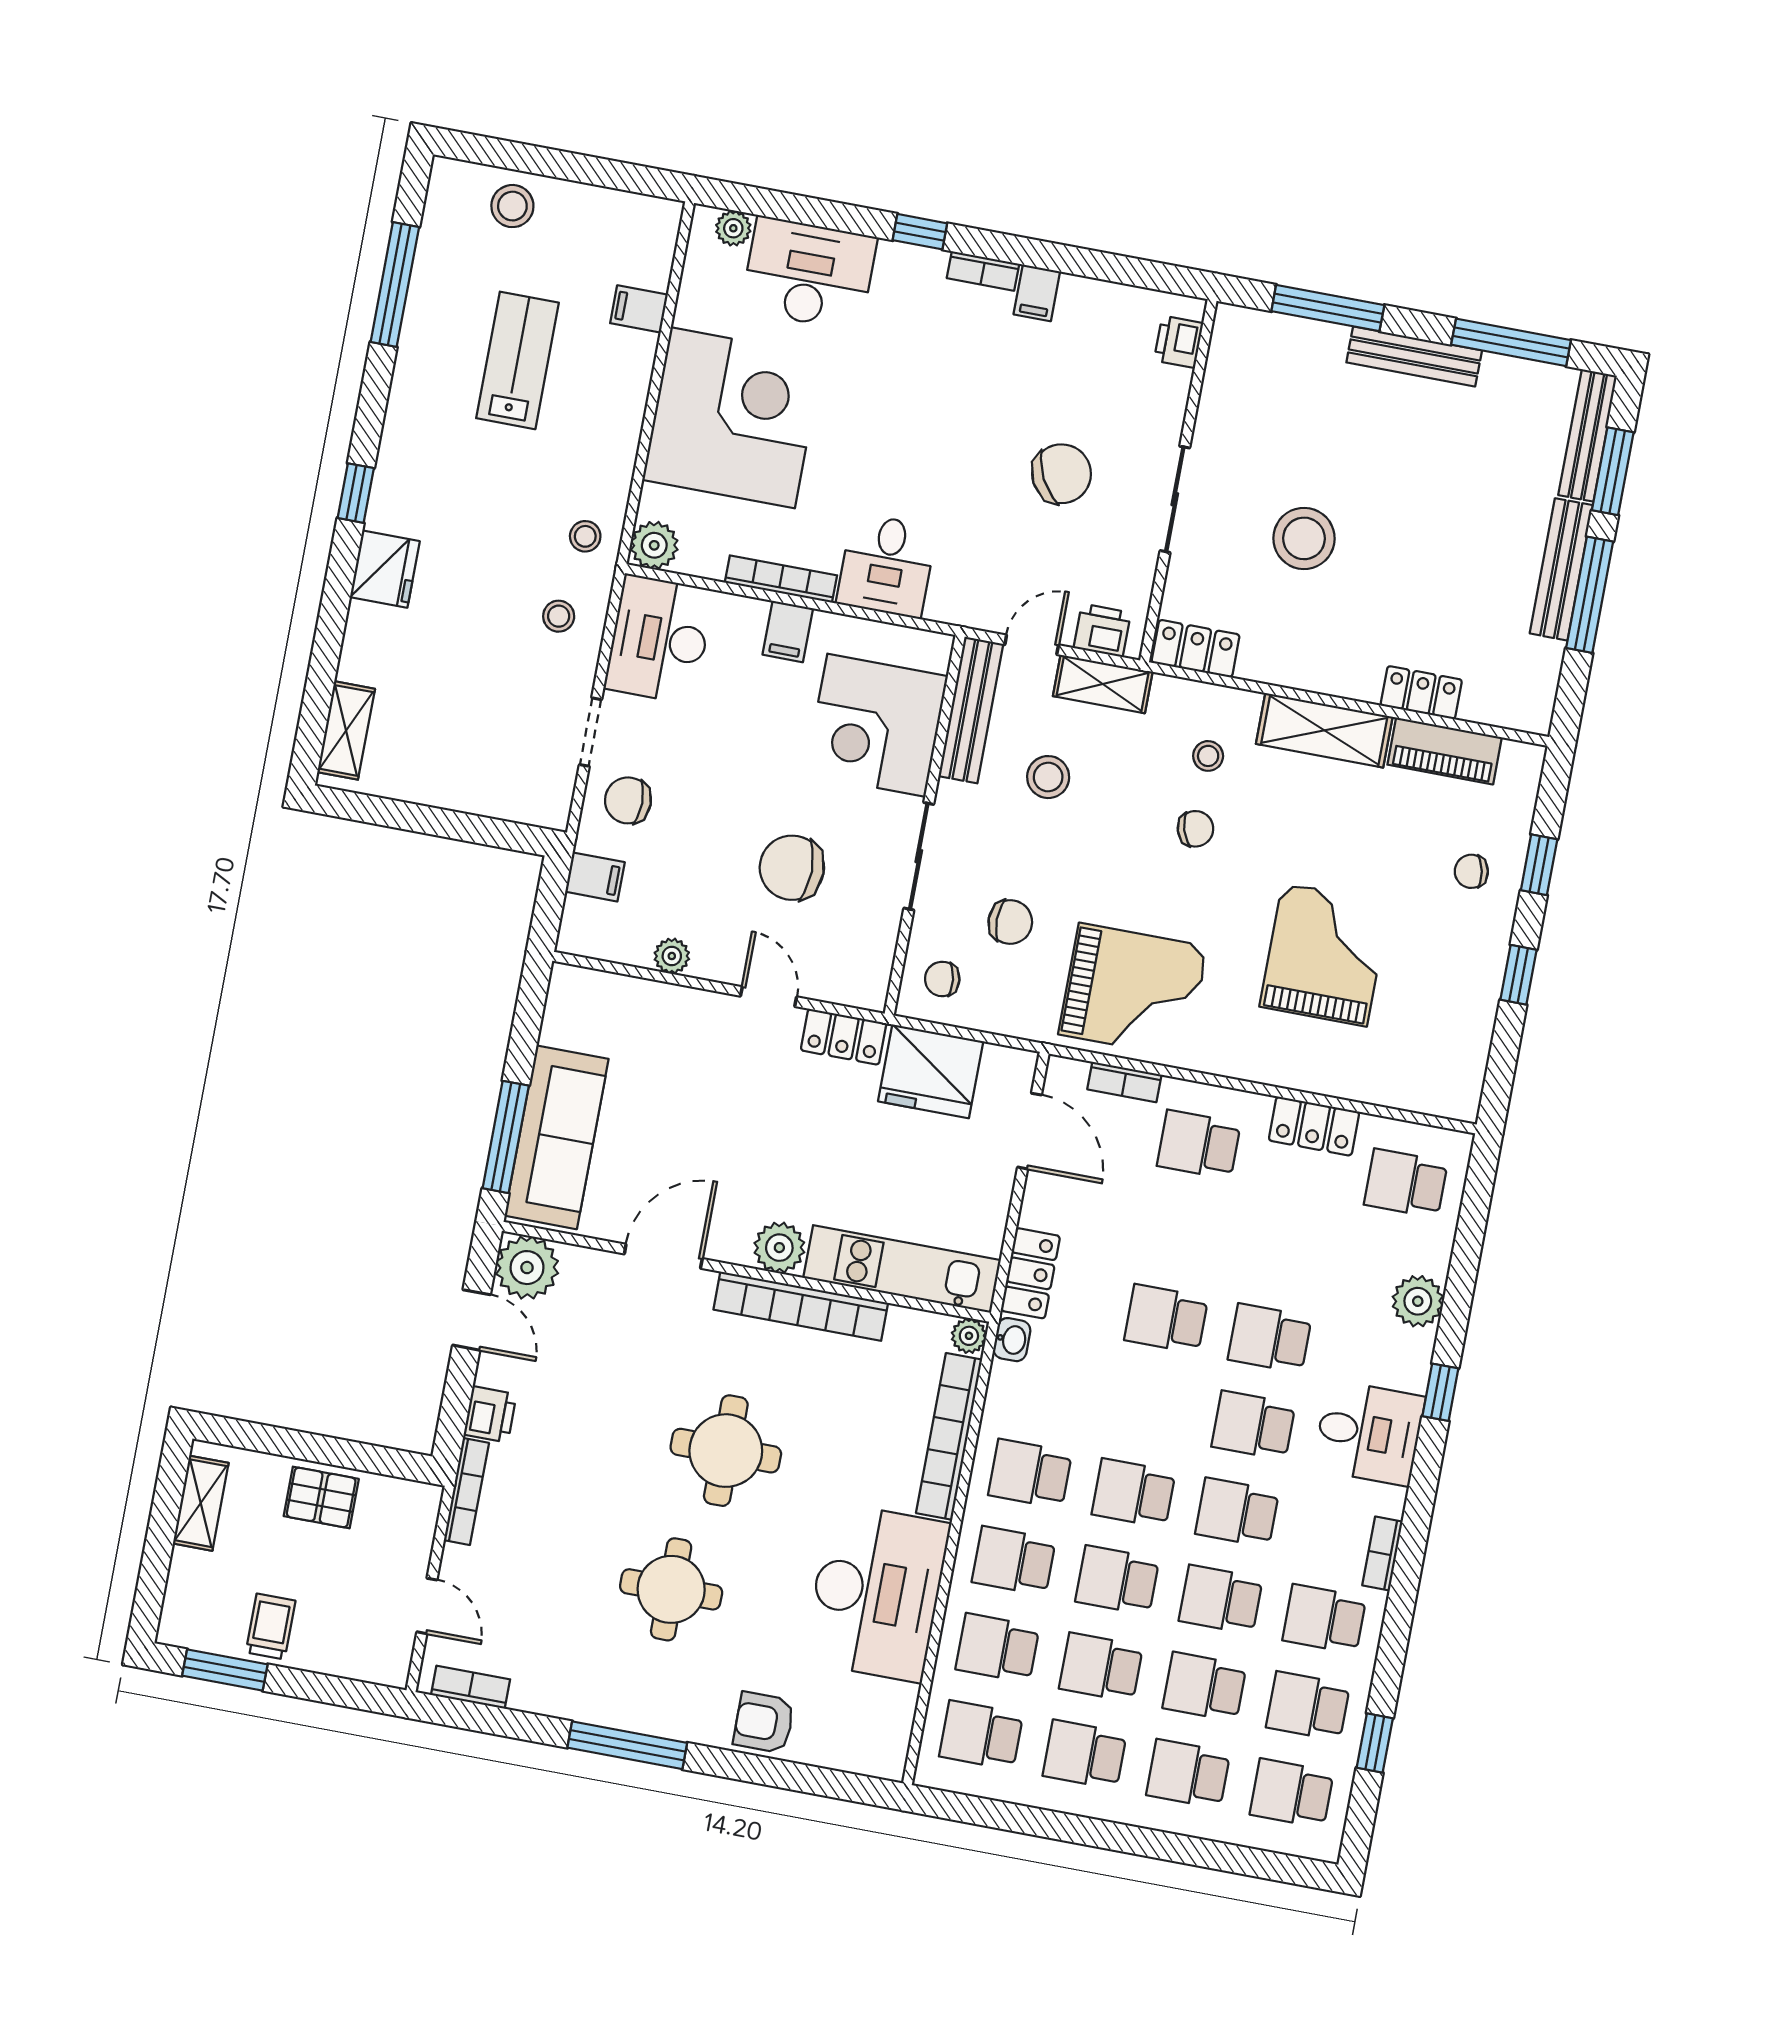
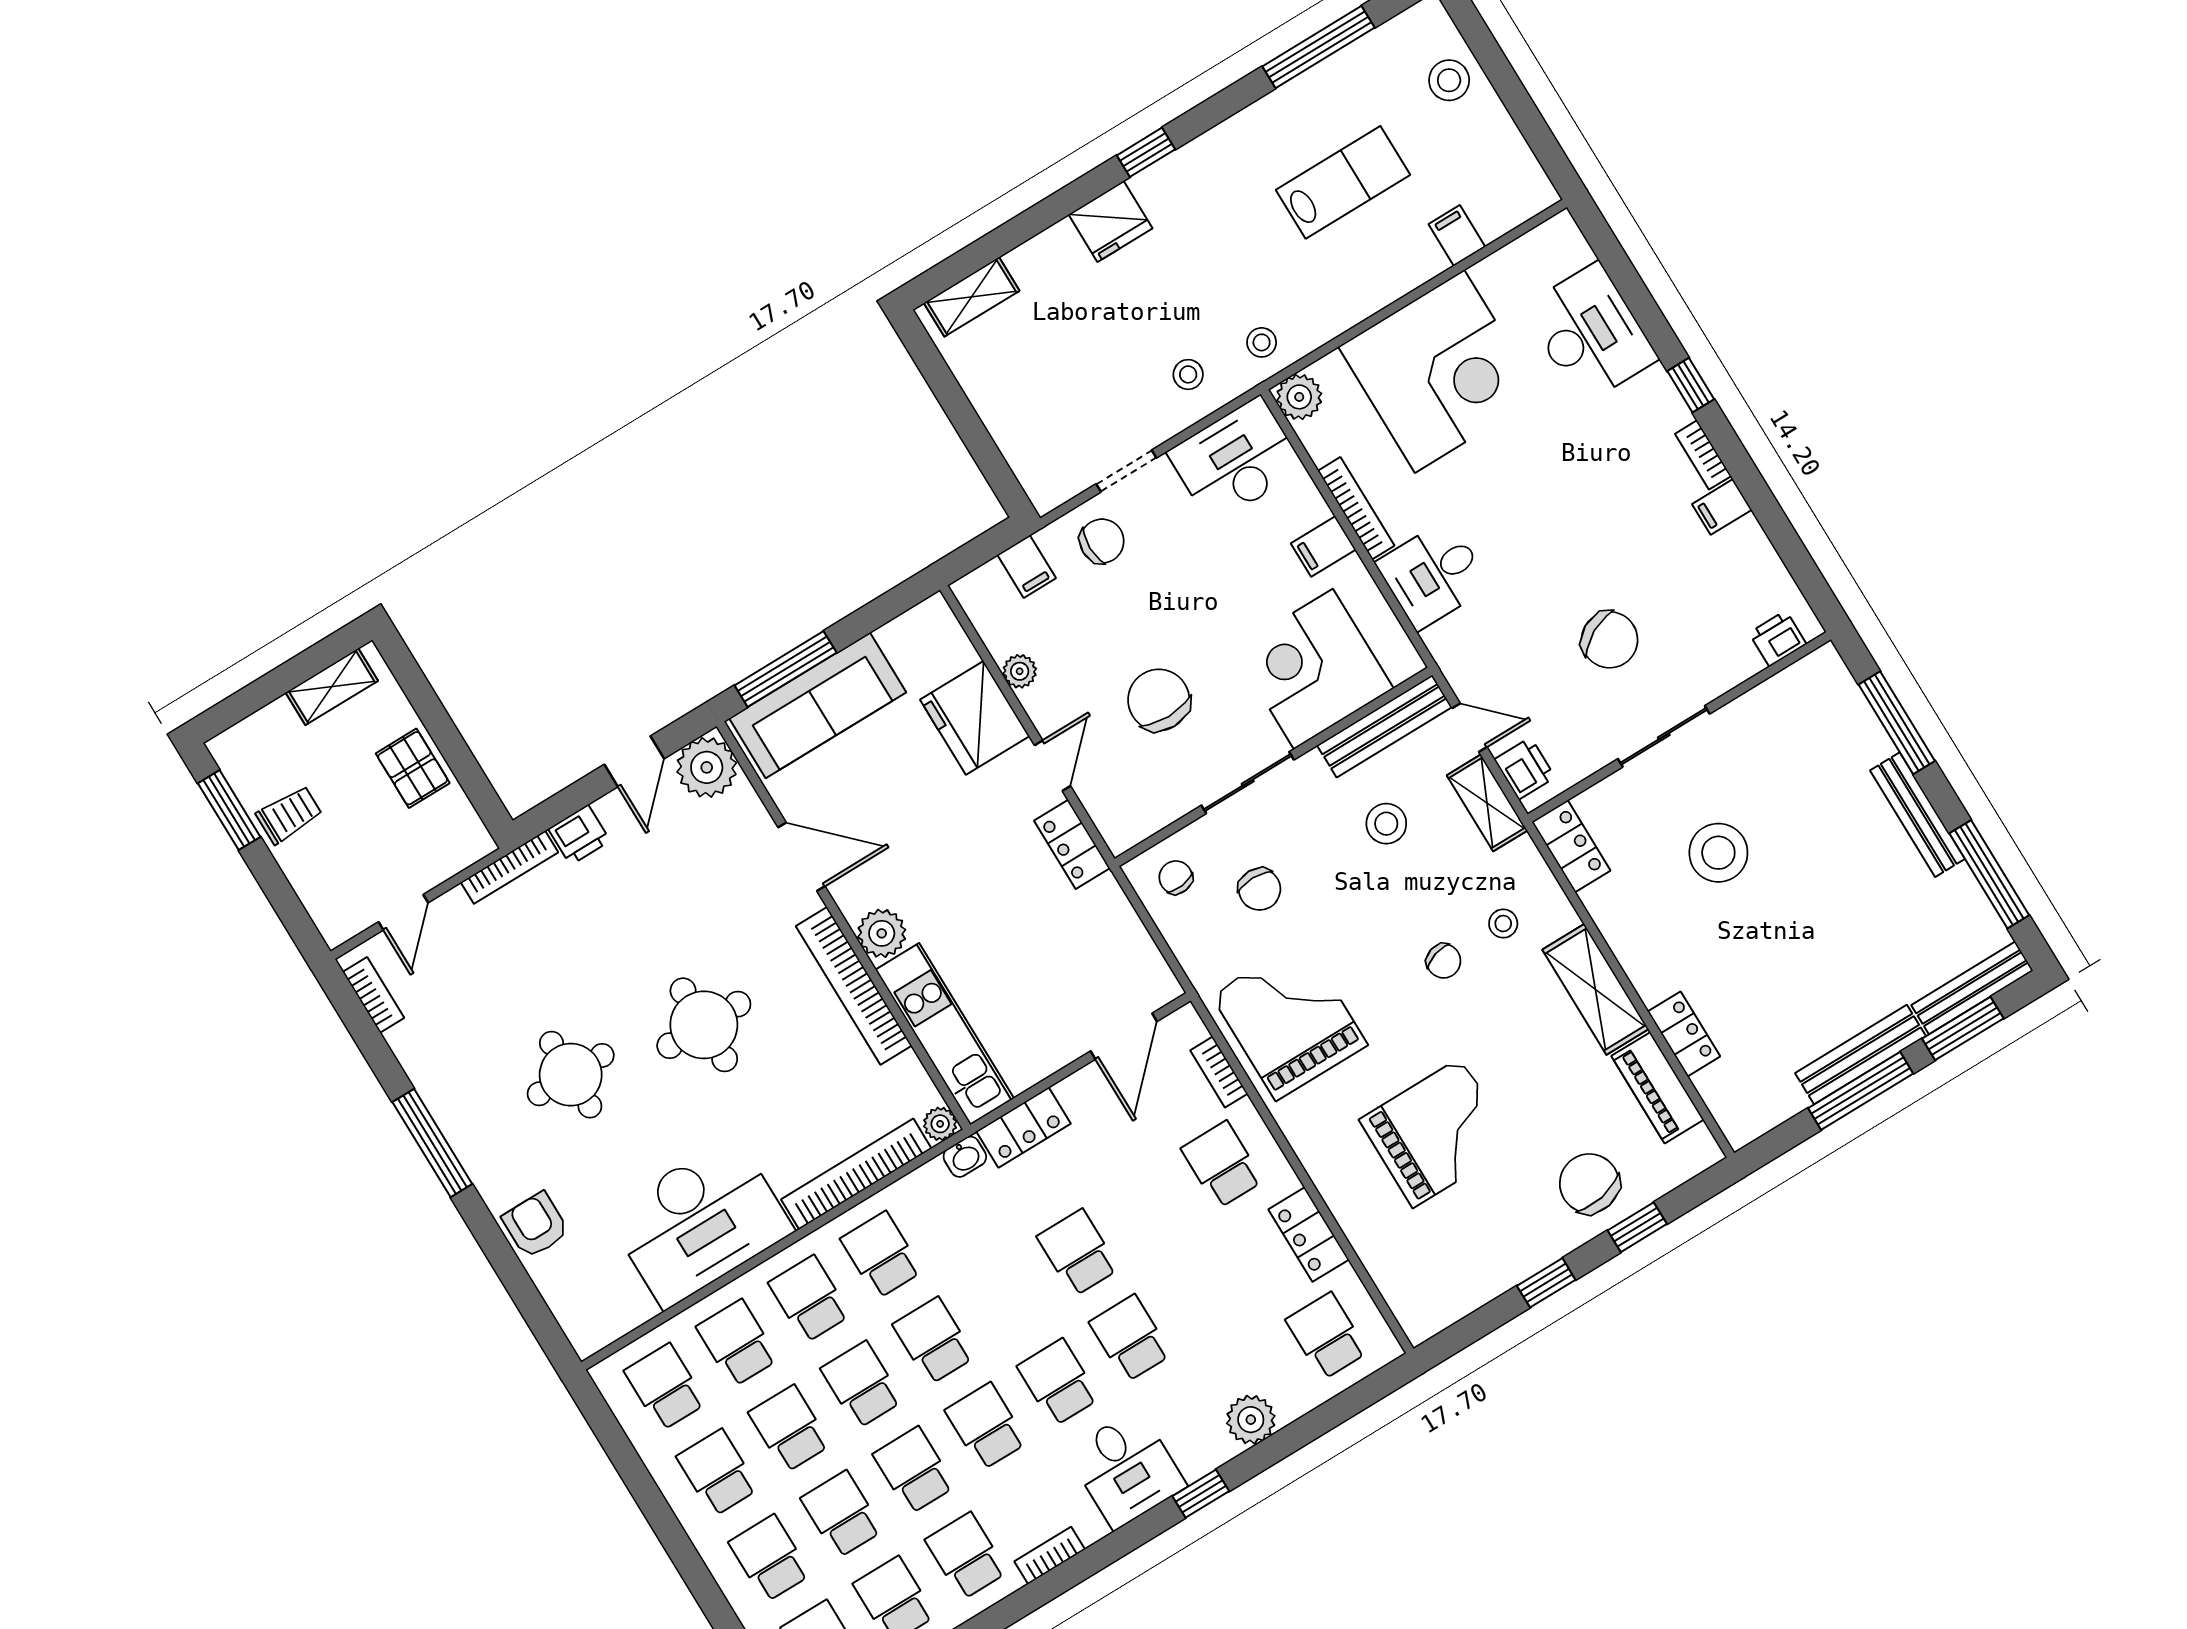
plant: (733, 228) -> (1574, 251), removed
chair: (628, 800) -> (1102, 541), turned 90
chair: (1471, 871) -> (1589, 1183), width x1.87, depth x1.87
grand piano: (1133, 990) -> (1289, 1020), turned 180
fridge: (931, 1071) -> (975, 718), moved

